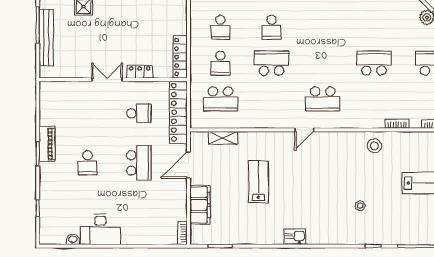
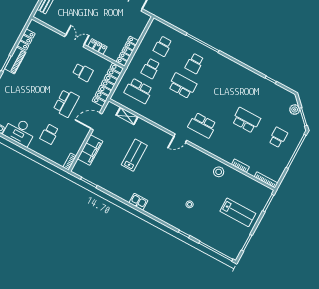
locker: (46, 111) -> (26, 40), added
school desk: (88, 163) -> (49, 134), moved

